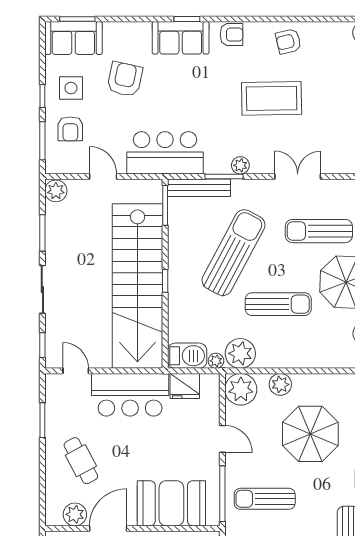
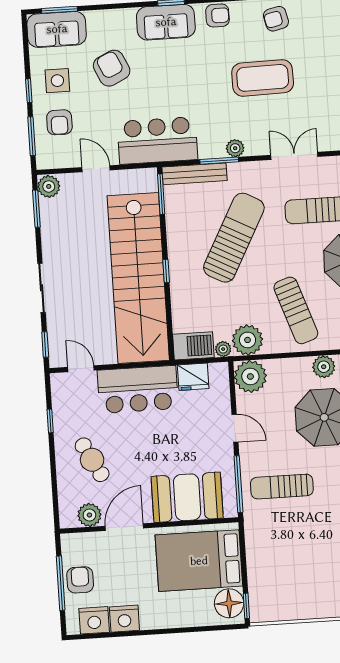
armchair: (125, 79) -> (112, 68), turned -37
window: (42, 233) -> (36, 209), moved
sun lounger: (278, 304) -> (296, 310), moved, turned 71
plant: (280, 384) -> (324, 367), moved
window: (42, 420) -> (50, 421), width x0.67

